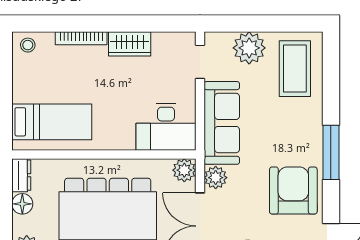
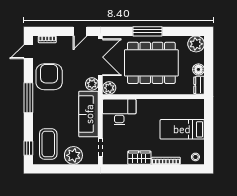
window: (331, 61) -> (28, 148), added
bed: (52, 122) -> (182, 129), moved
armchair: (293, 191) -> (49, 77), turned 180

